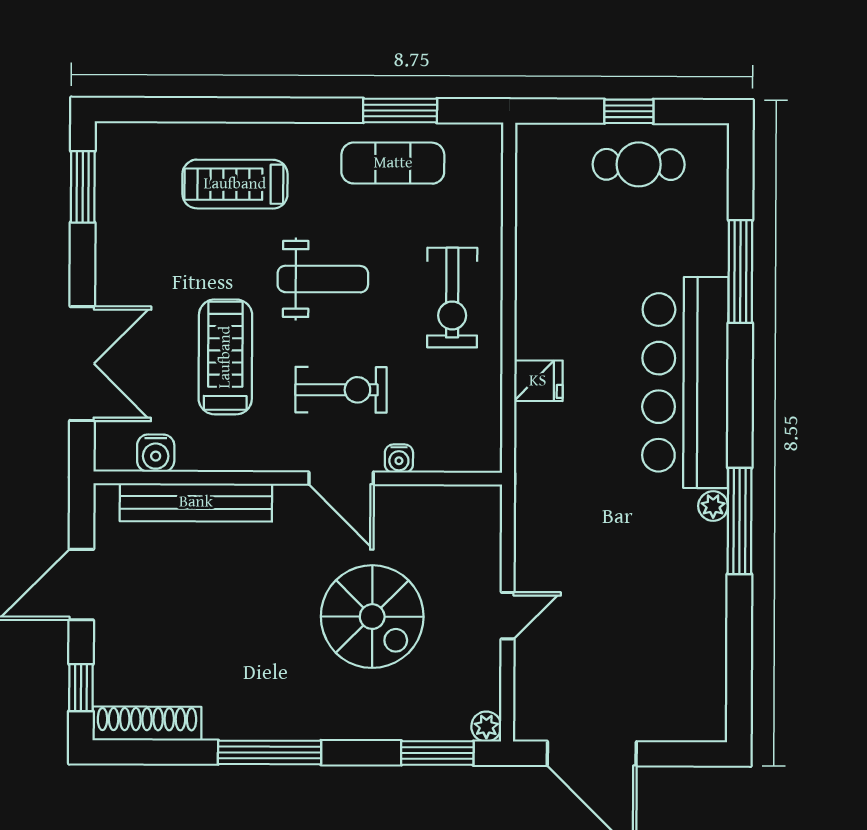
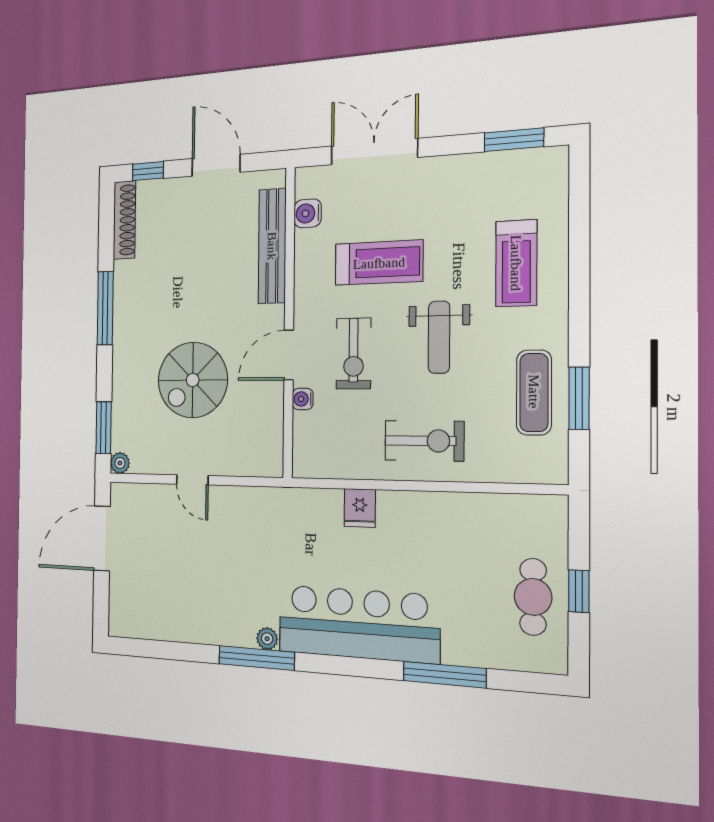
treadmill: (235, 184) -> (516, 263), turned 180
exercise bike: (452, 298) -> (424, 441), turned 180
double door: (82, 364) -> (374, 152), swing flipped

